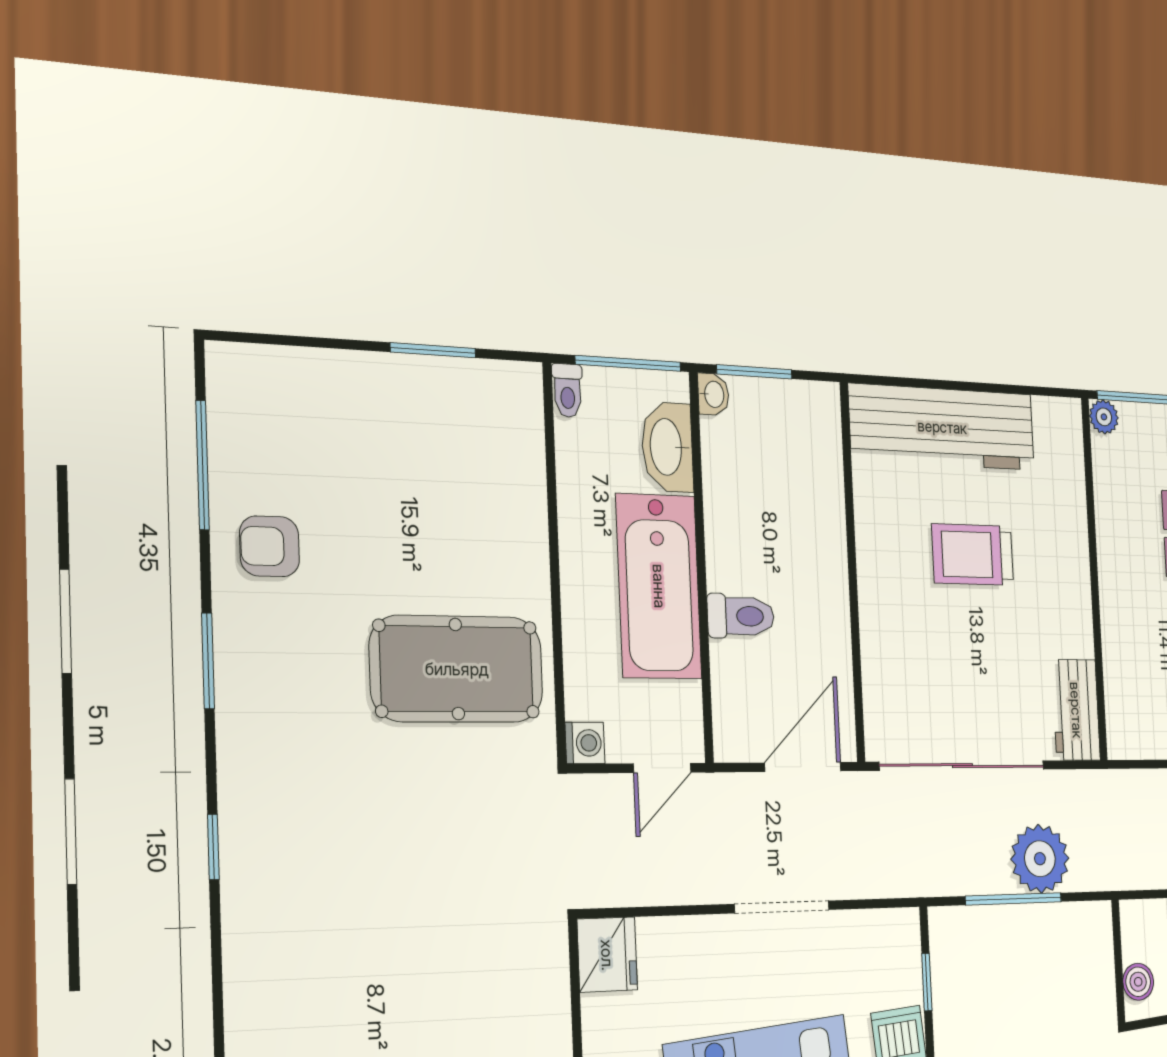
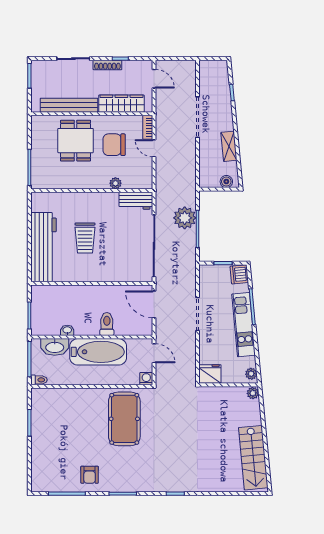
washbasin: (713, 394) -> (67, 330), moved
plant: (1104, 417) -> (115, 183), moved

